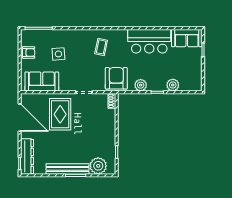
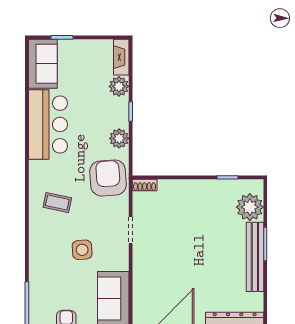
side table: (58, 54) -> (82, 250), moved
armchair: (116, 78) -> (108, 178), turned 86
fireplace: (191, 86) -> (121, 57), added
rug: (60, 114) -> (166, 269), removed

